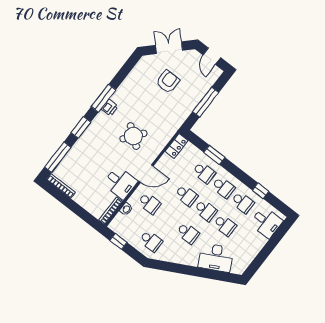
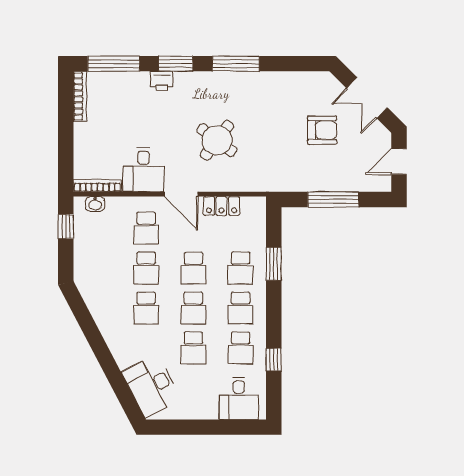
double door: (169, 48) -> (367, 98), swing flipped
printer: (110, 108) -> (162, 81), moved
locker: (177, 146) -> (222, 206), moved
washbasin: (126, 209) -> (95, 204), moved
school desk: (151, 241) -> (146, 268), moved
desk: (216, 258) -> (151, 386), moved

